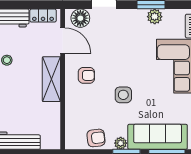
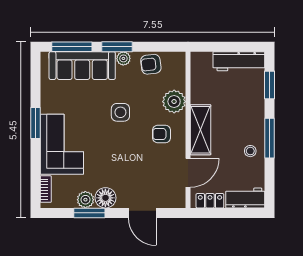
floor lamp: (80, 18) -> (105, 198), moved
door: (63, 41) -> (188, 173), swing flipped
plant: (75, 105) -> (174, 102), added

